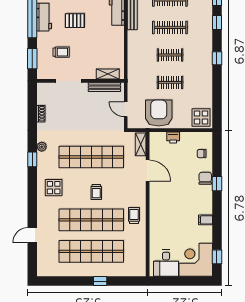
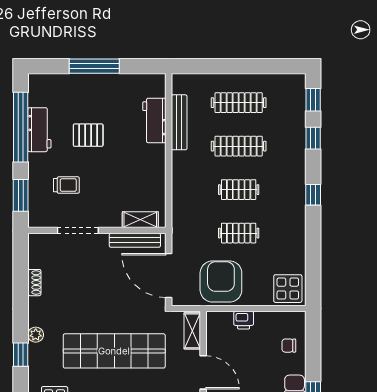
door: (126, 109) -> (169, 275), width x1.87

